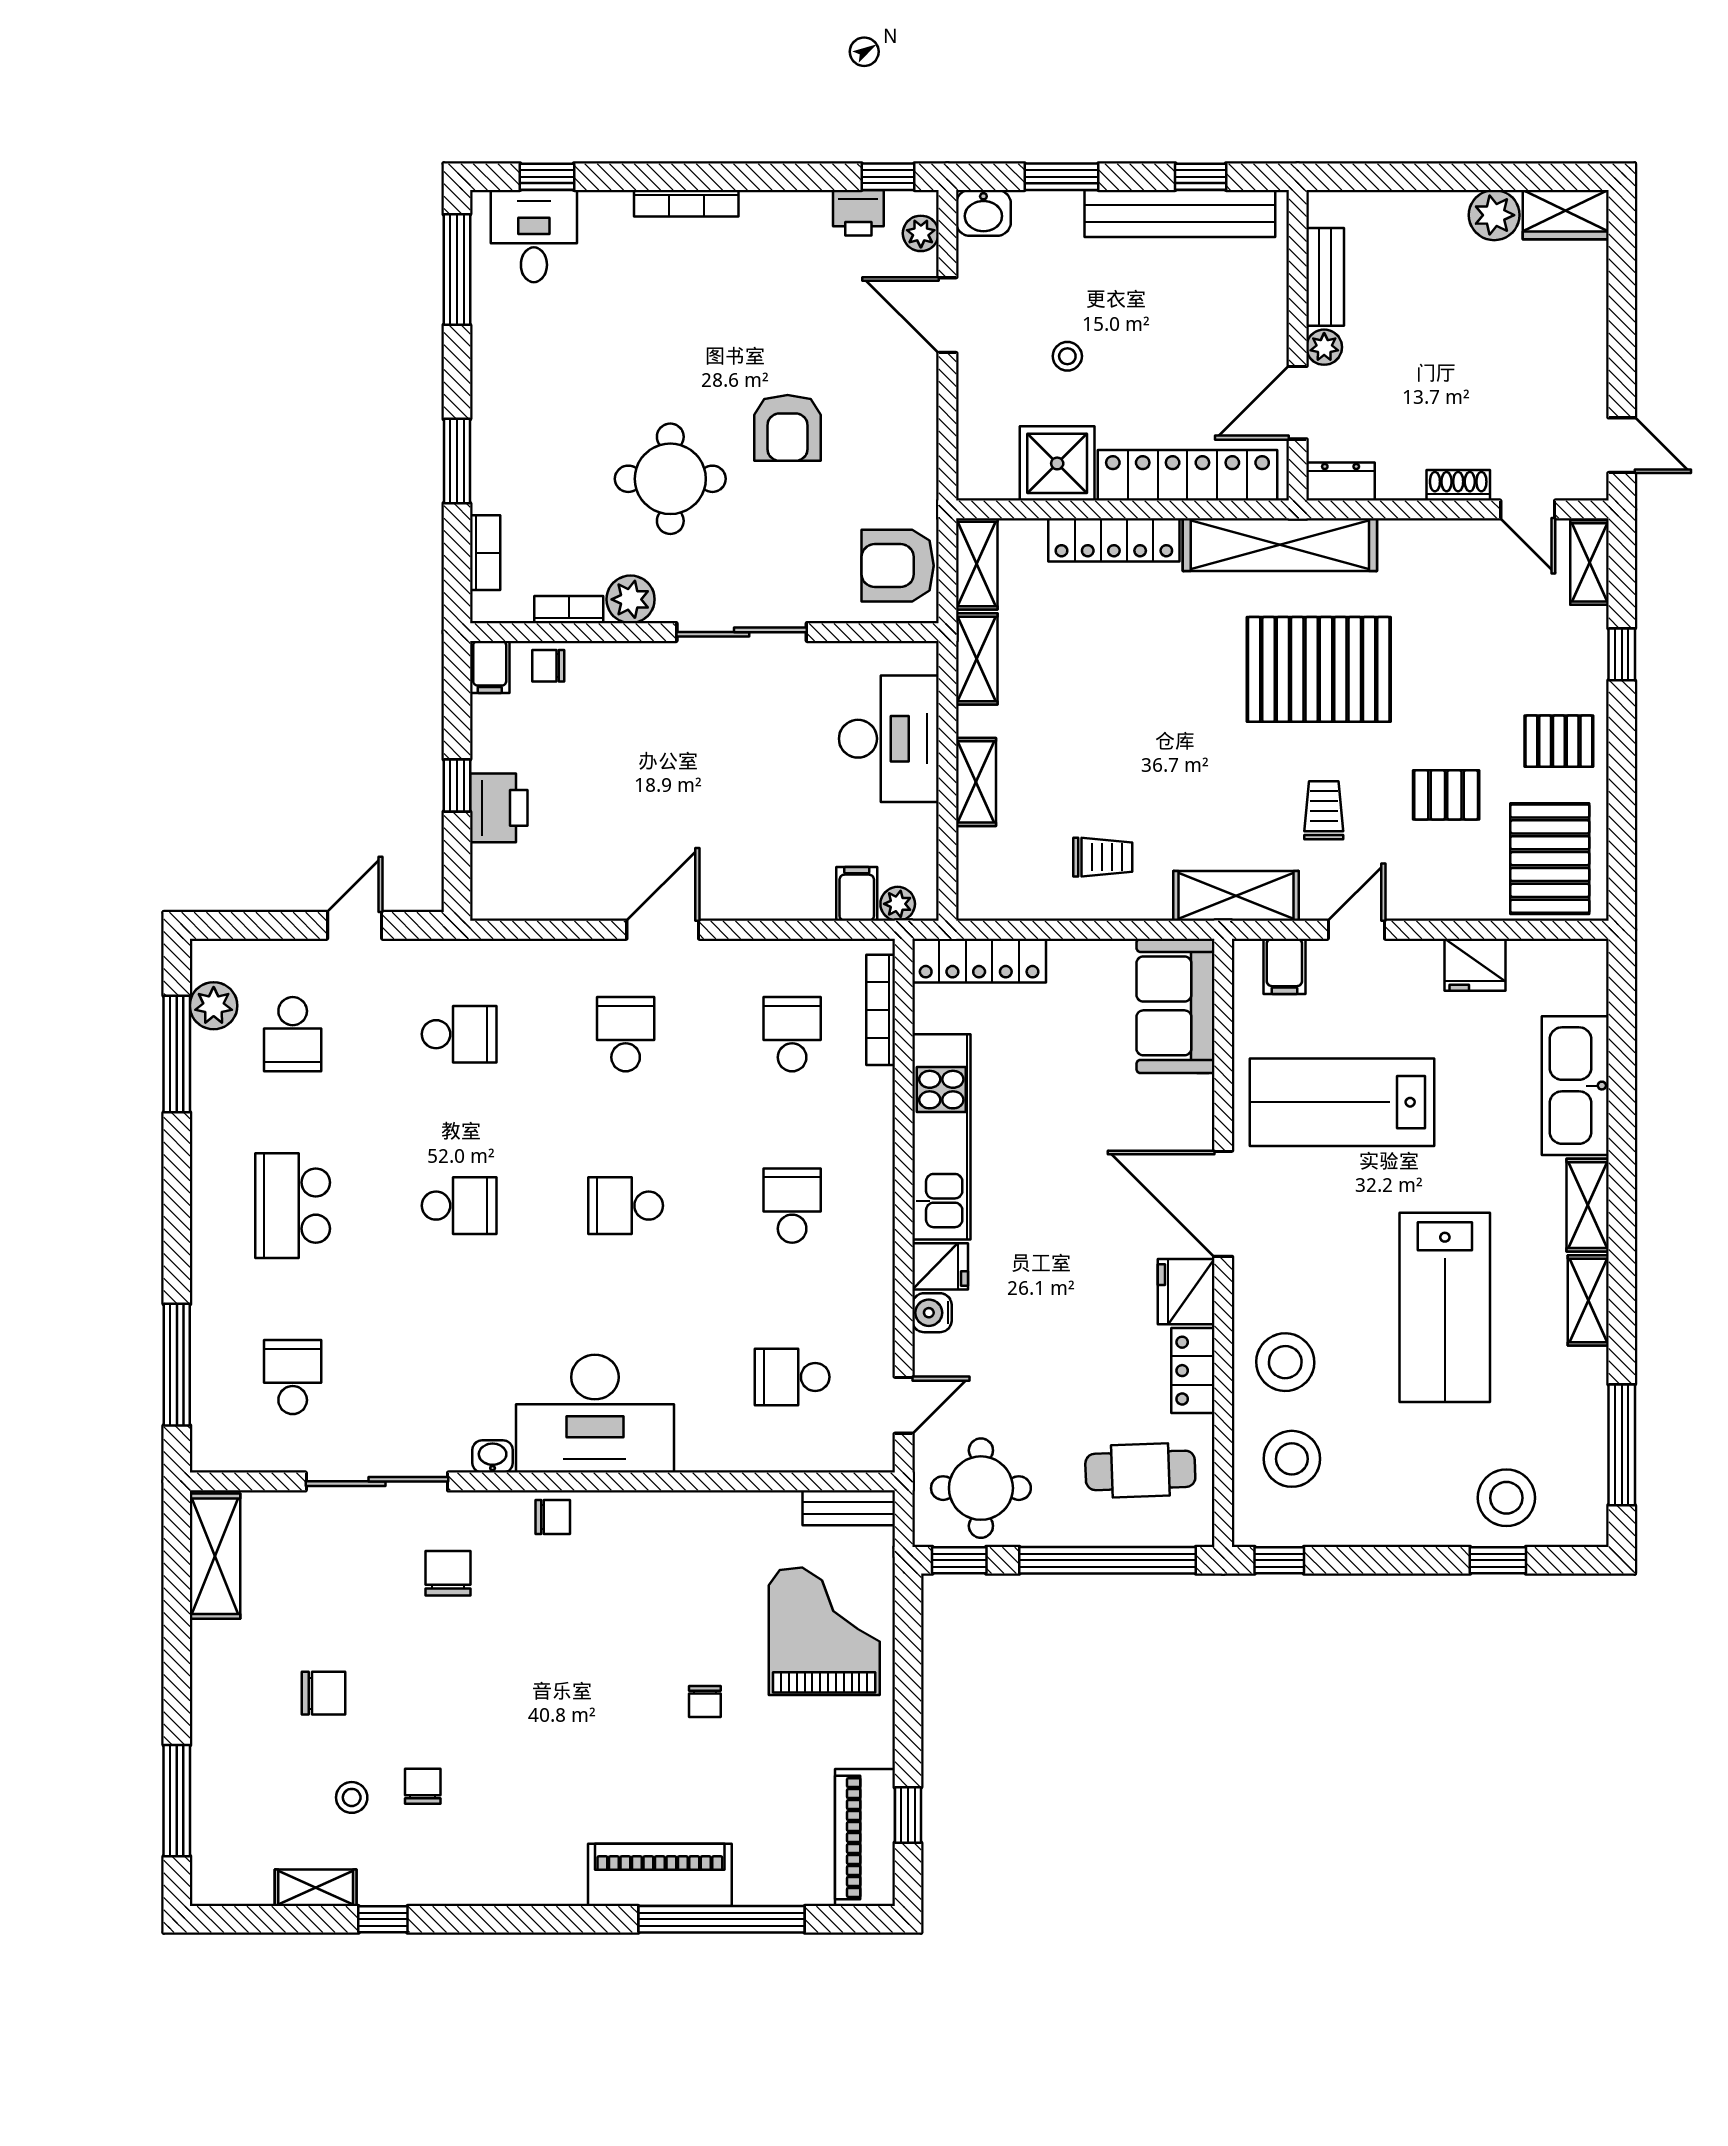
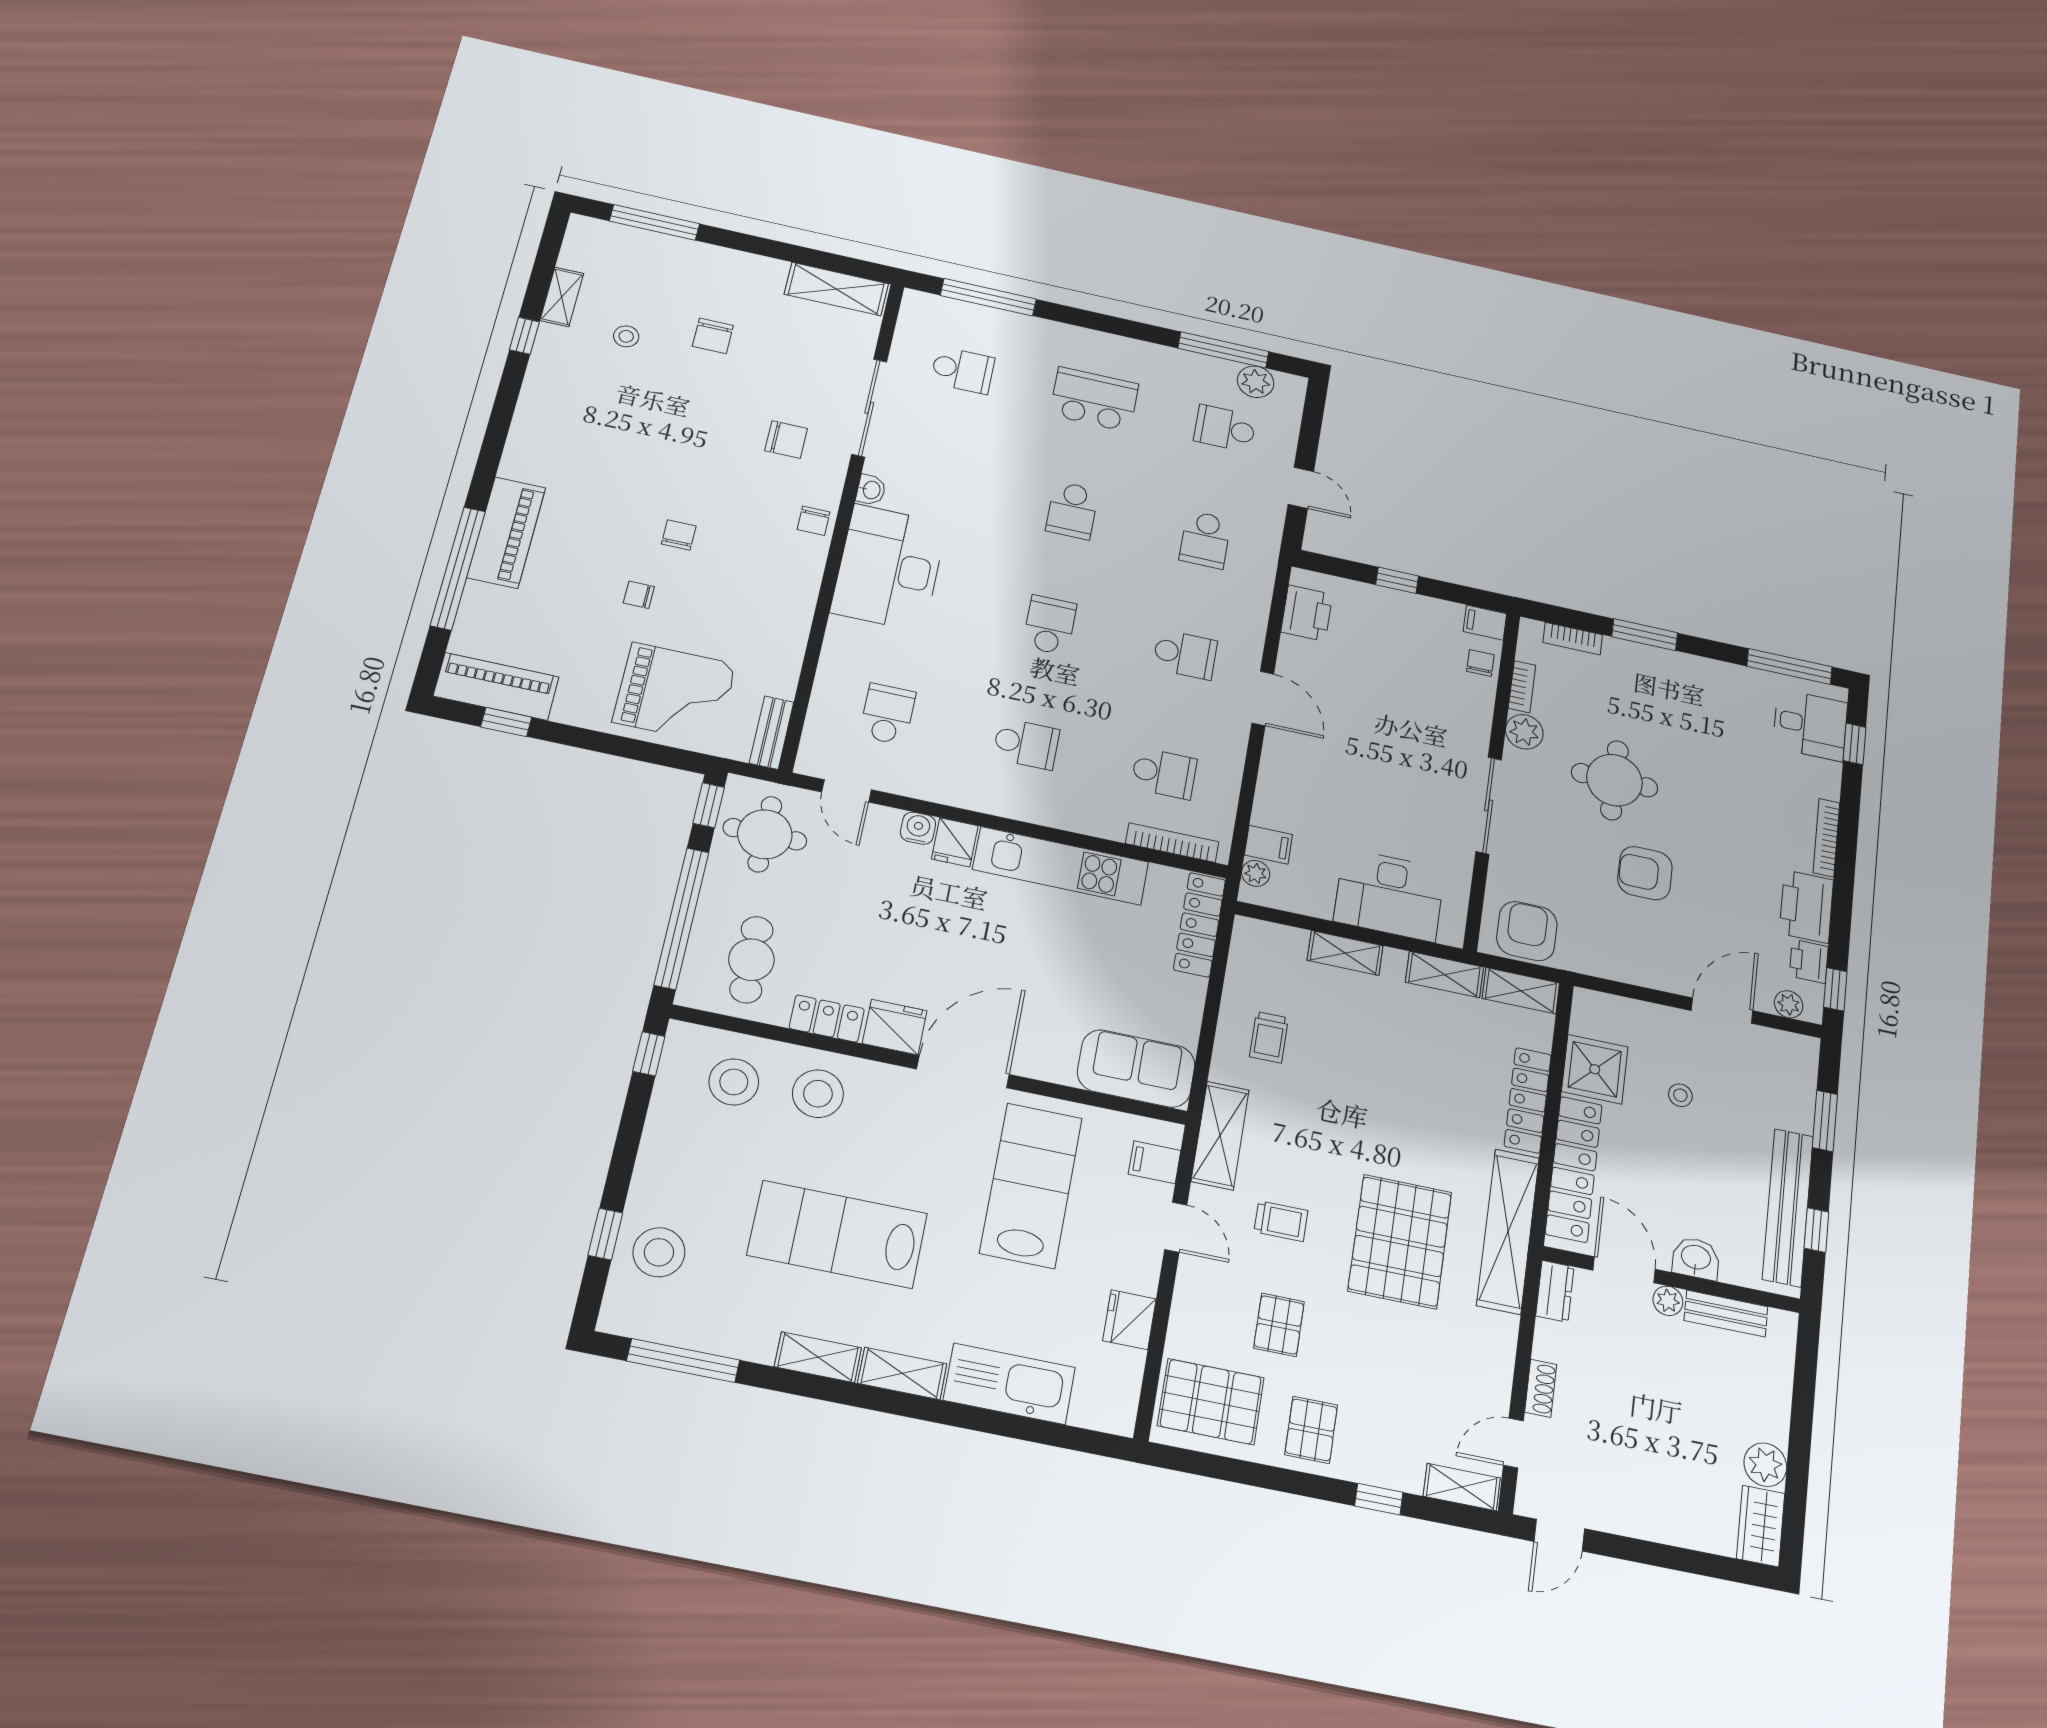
washbasin: (983, 213) -> (1696, 1258), moved, turned 90
printer: (786, 221) -> (1806, 907), added
printer: (499, 808) -> (1307, 613), moved, turned -90
chair: (423, 1786) -> (679, 535), moved, turned -90

